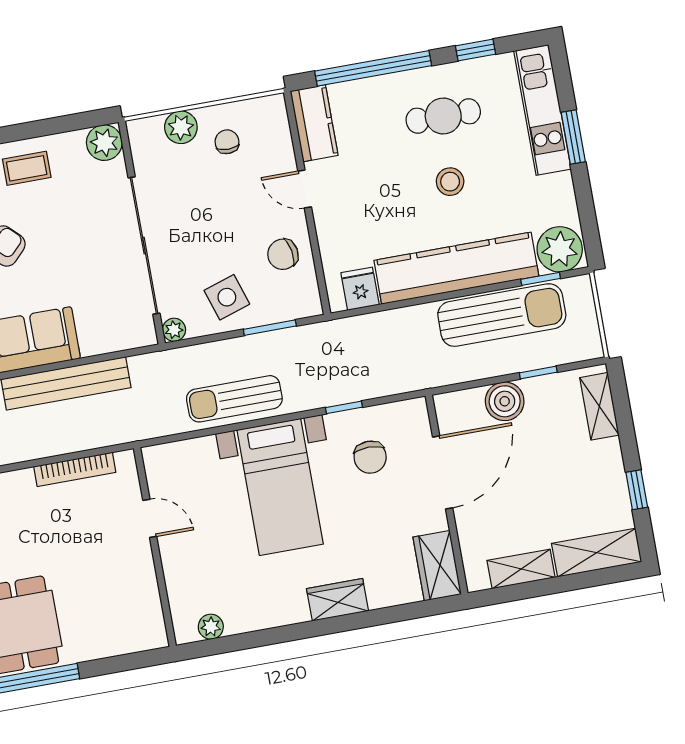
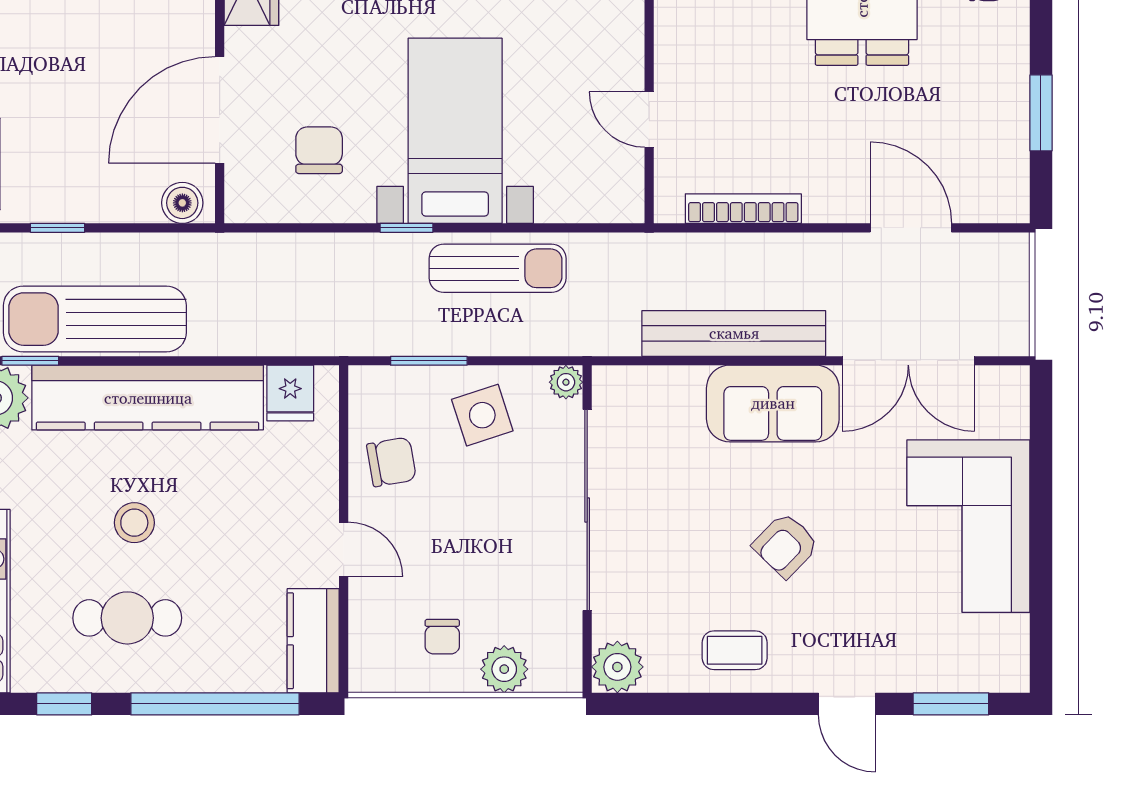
boiler: (505, 401) -> (182, 203), moved, width x0.73, depth x0.73
window: (344, 407) -> (407, 228), moved

